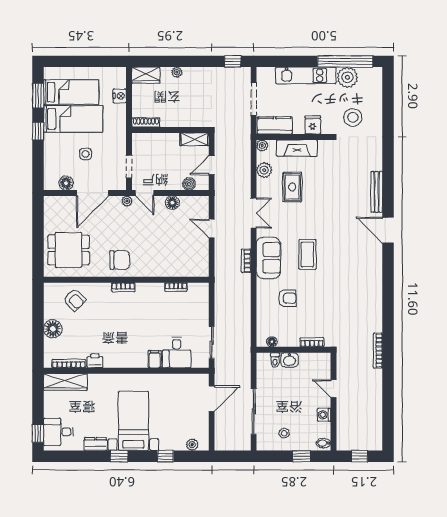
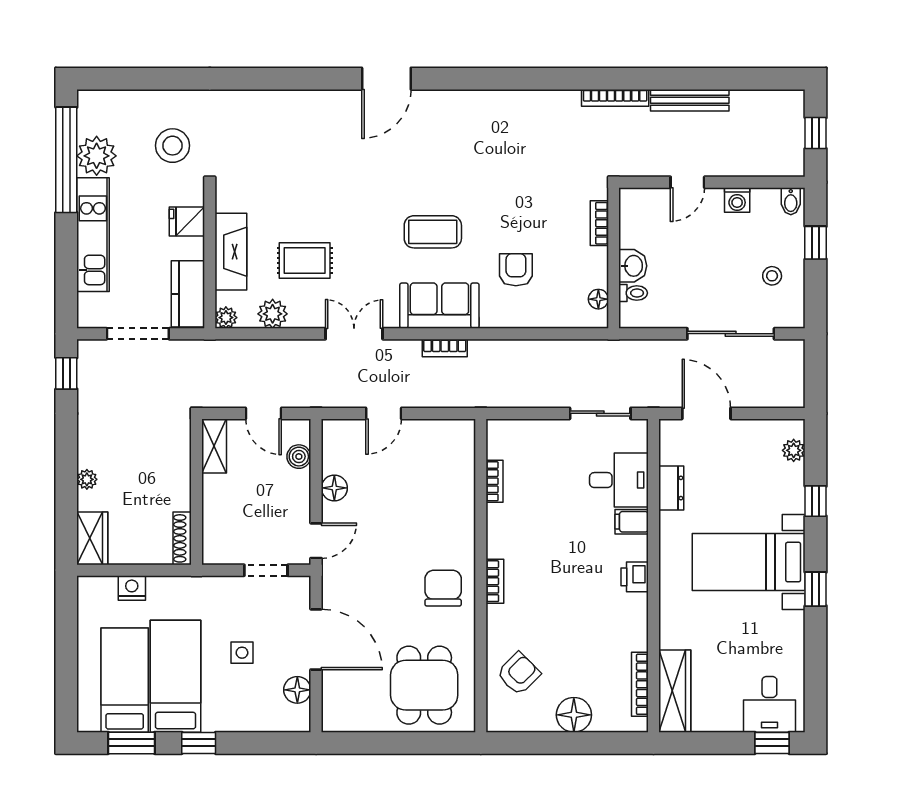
bench: (377, 192) -> (690, 100), moved
plant: (127, 201) -> (331, 574), removed
printer: (95, 361) -> (635, 577), moved
dresser: (96, 444) -> (671, 488), moved, turned 180

